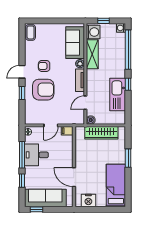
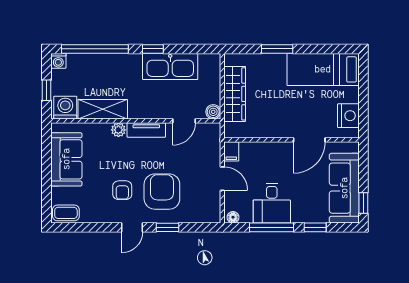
sofa: (75, 43) -> (66, 159), moved, turned -90
door: (22, 72) -> (132, 227), hinge flipped
door: (85, 103) -> (184, 121), hinge flipped

